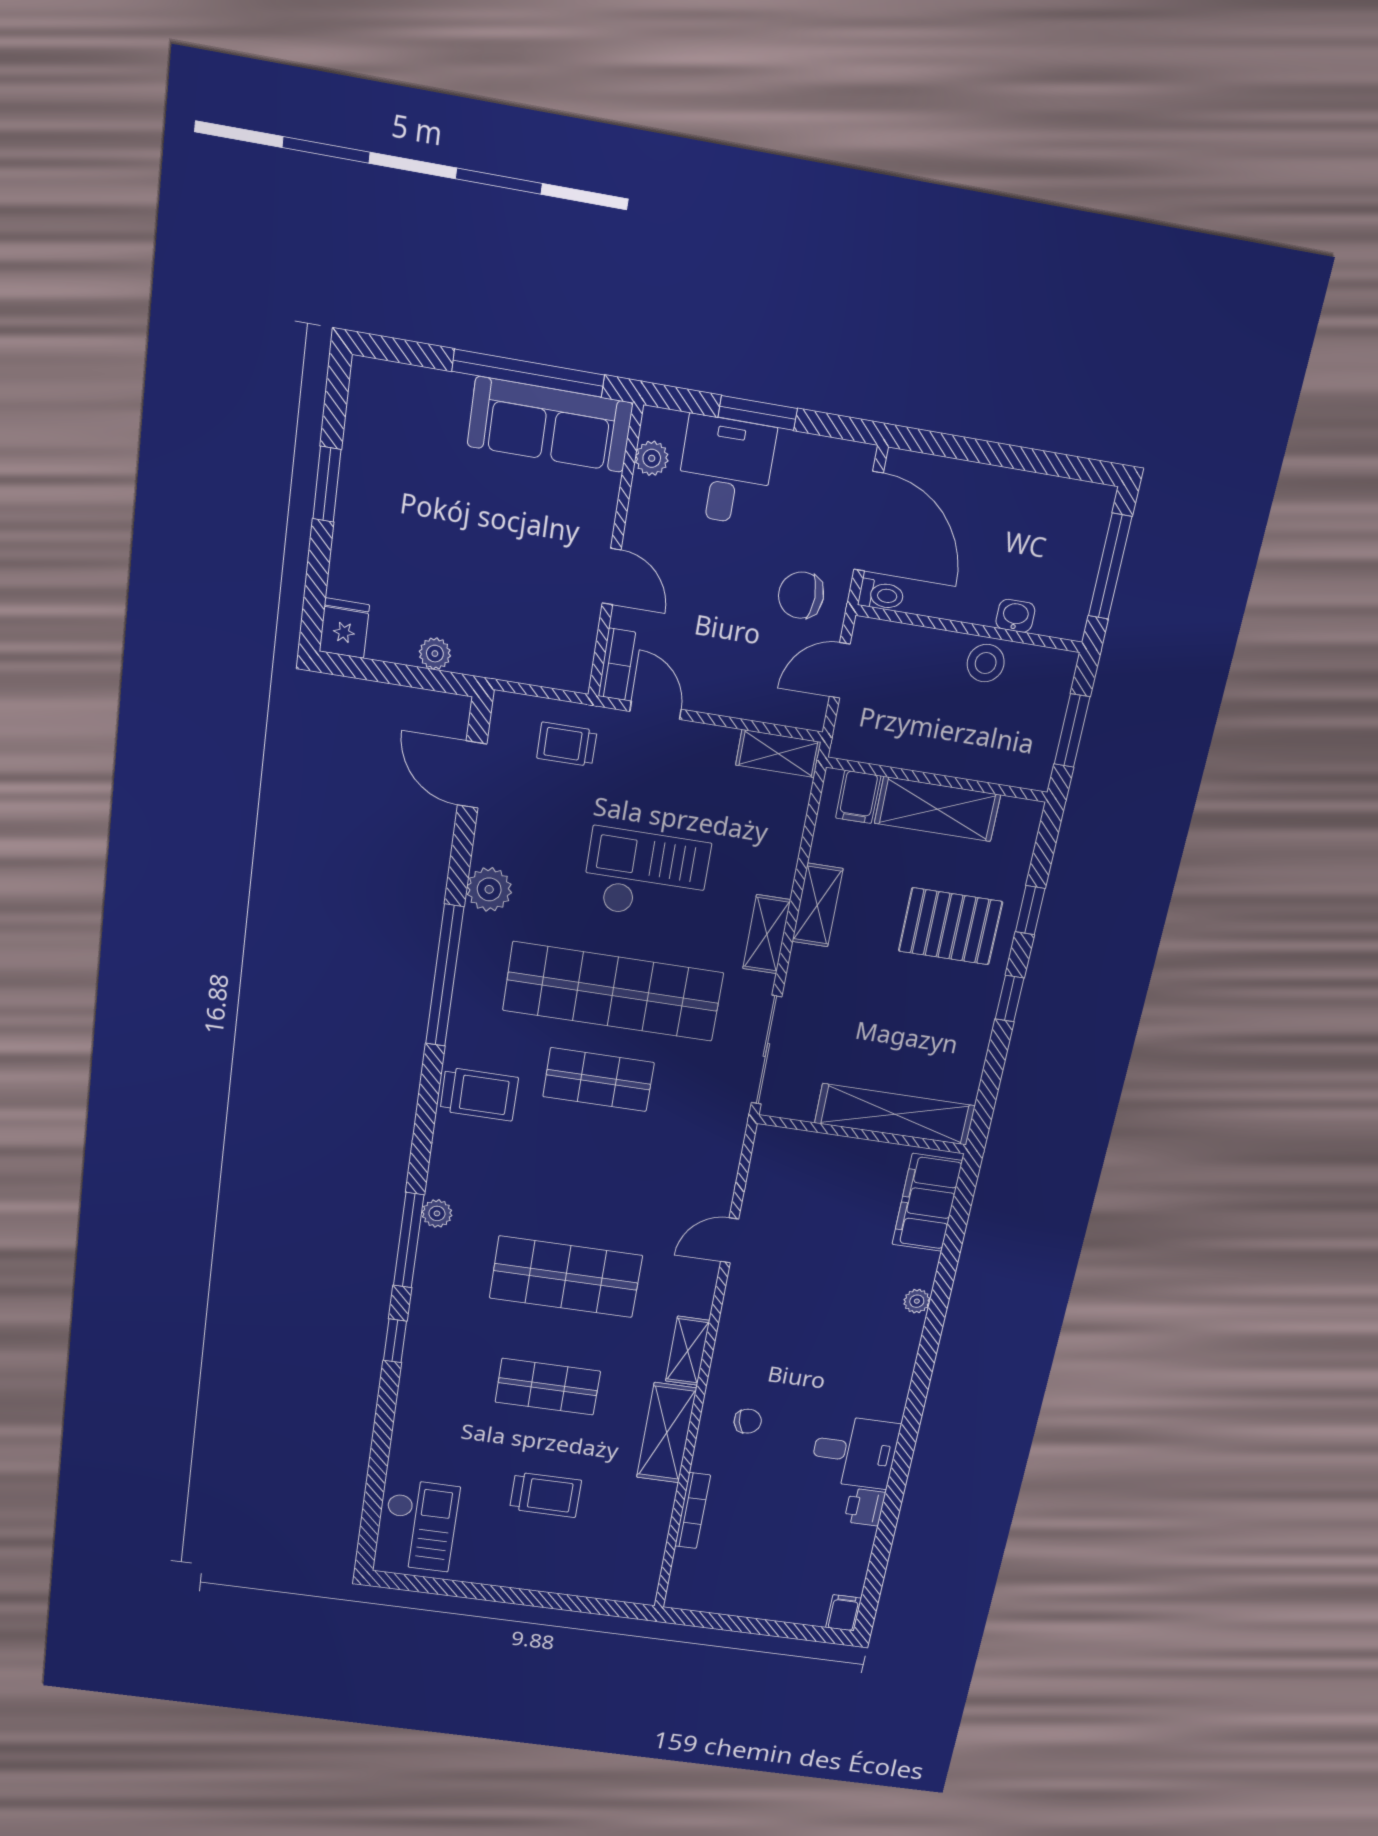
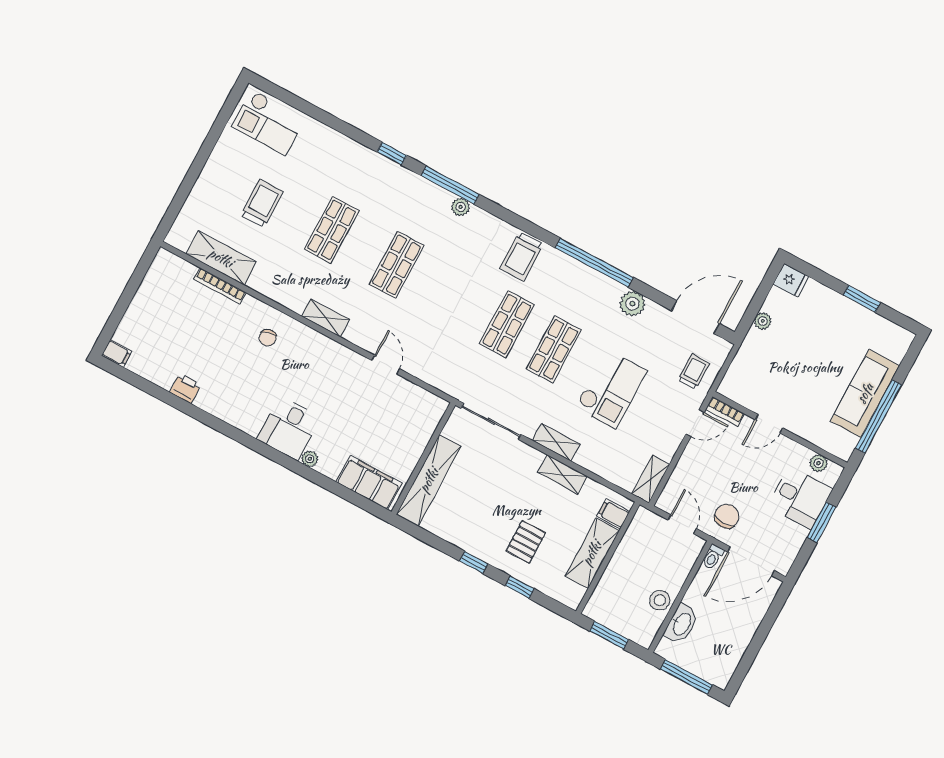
sofa: (550, 424) -> (865, 393), moved
washbasin: (1015, 616) -> (682, 624), width x1.91, depth x1.45
door: (472, 775) -> (695, 317), width x1.36
pallet: (950, 926) -> (526, 542), width x0.67, depth x0.71
shop shelf: (613, 992) -> (554, 349), width x0.50, depth x0.74
shop shelf: (566, 1277) -> (397, 265), width x0.70, depth x0.74
shelving: (667, 1433) -> (221, 258), moved
desk: (855, 1452) -> (289, 428), moved
trolley: (546, 1495) -> (262, 203), turned 180

